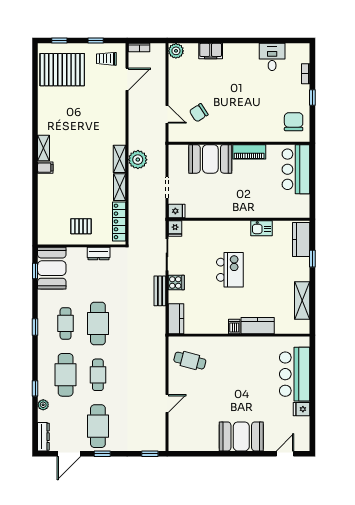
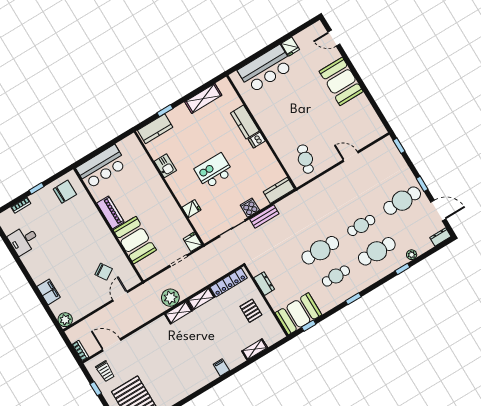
chair: (294, 122) -> (65, 192), turned 180
shelving: (44, 148) -> (255, 349), moved
fridge: (175, 228) -> (192, 209), moved
dresser: (43, 437) -> (440, 237), width x0.70

